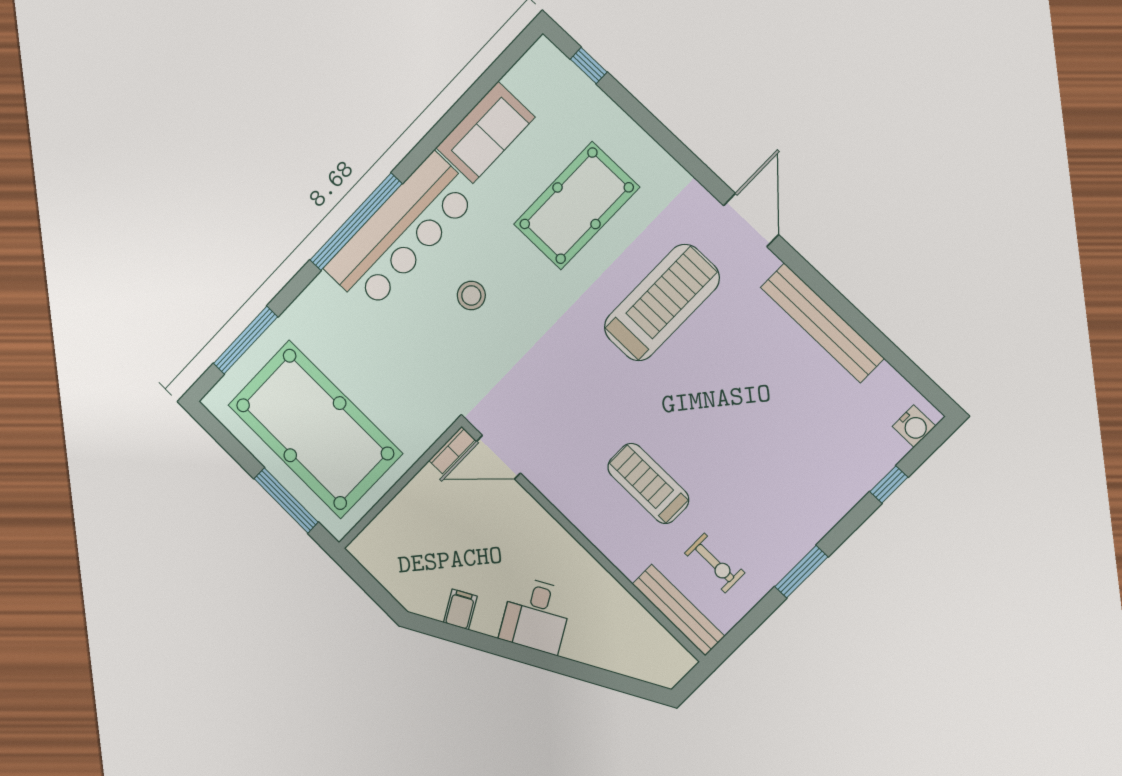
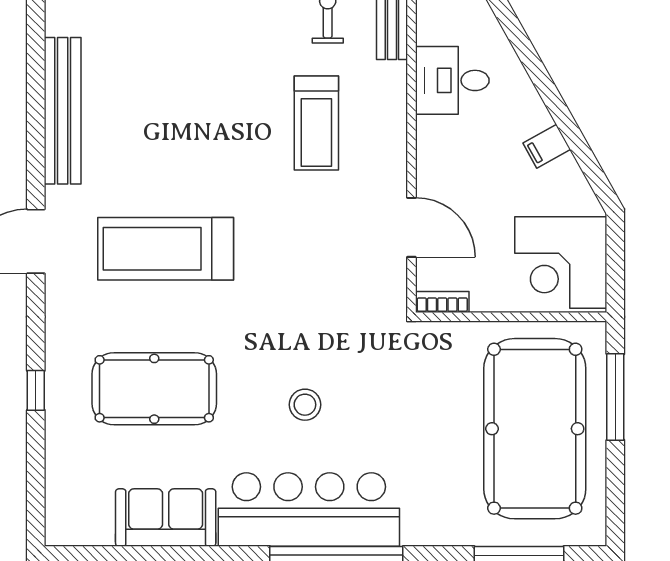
window: (589, 66) -> (36, 390), moved
door: (499, 457) -> (411, 227), moved
corner desk: (404, 551) -> (561, 263), added
filing cabinet: (460, 609) -> (547, 146), moved
desk: (536, 615) -> (452, 80), moved, turned -151

